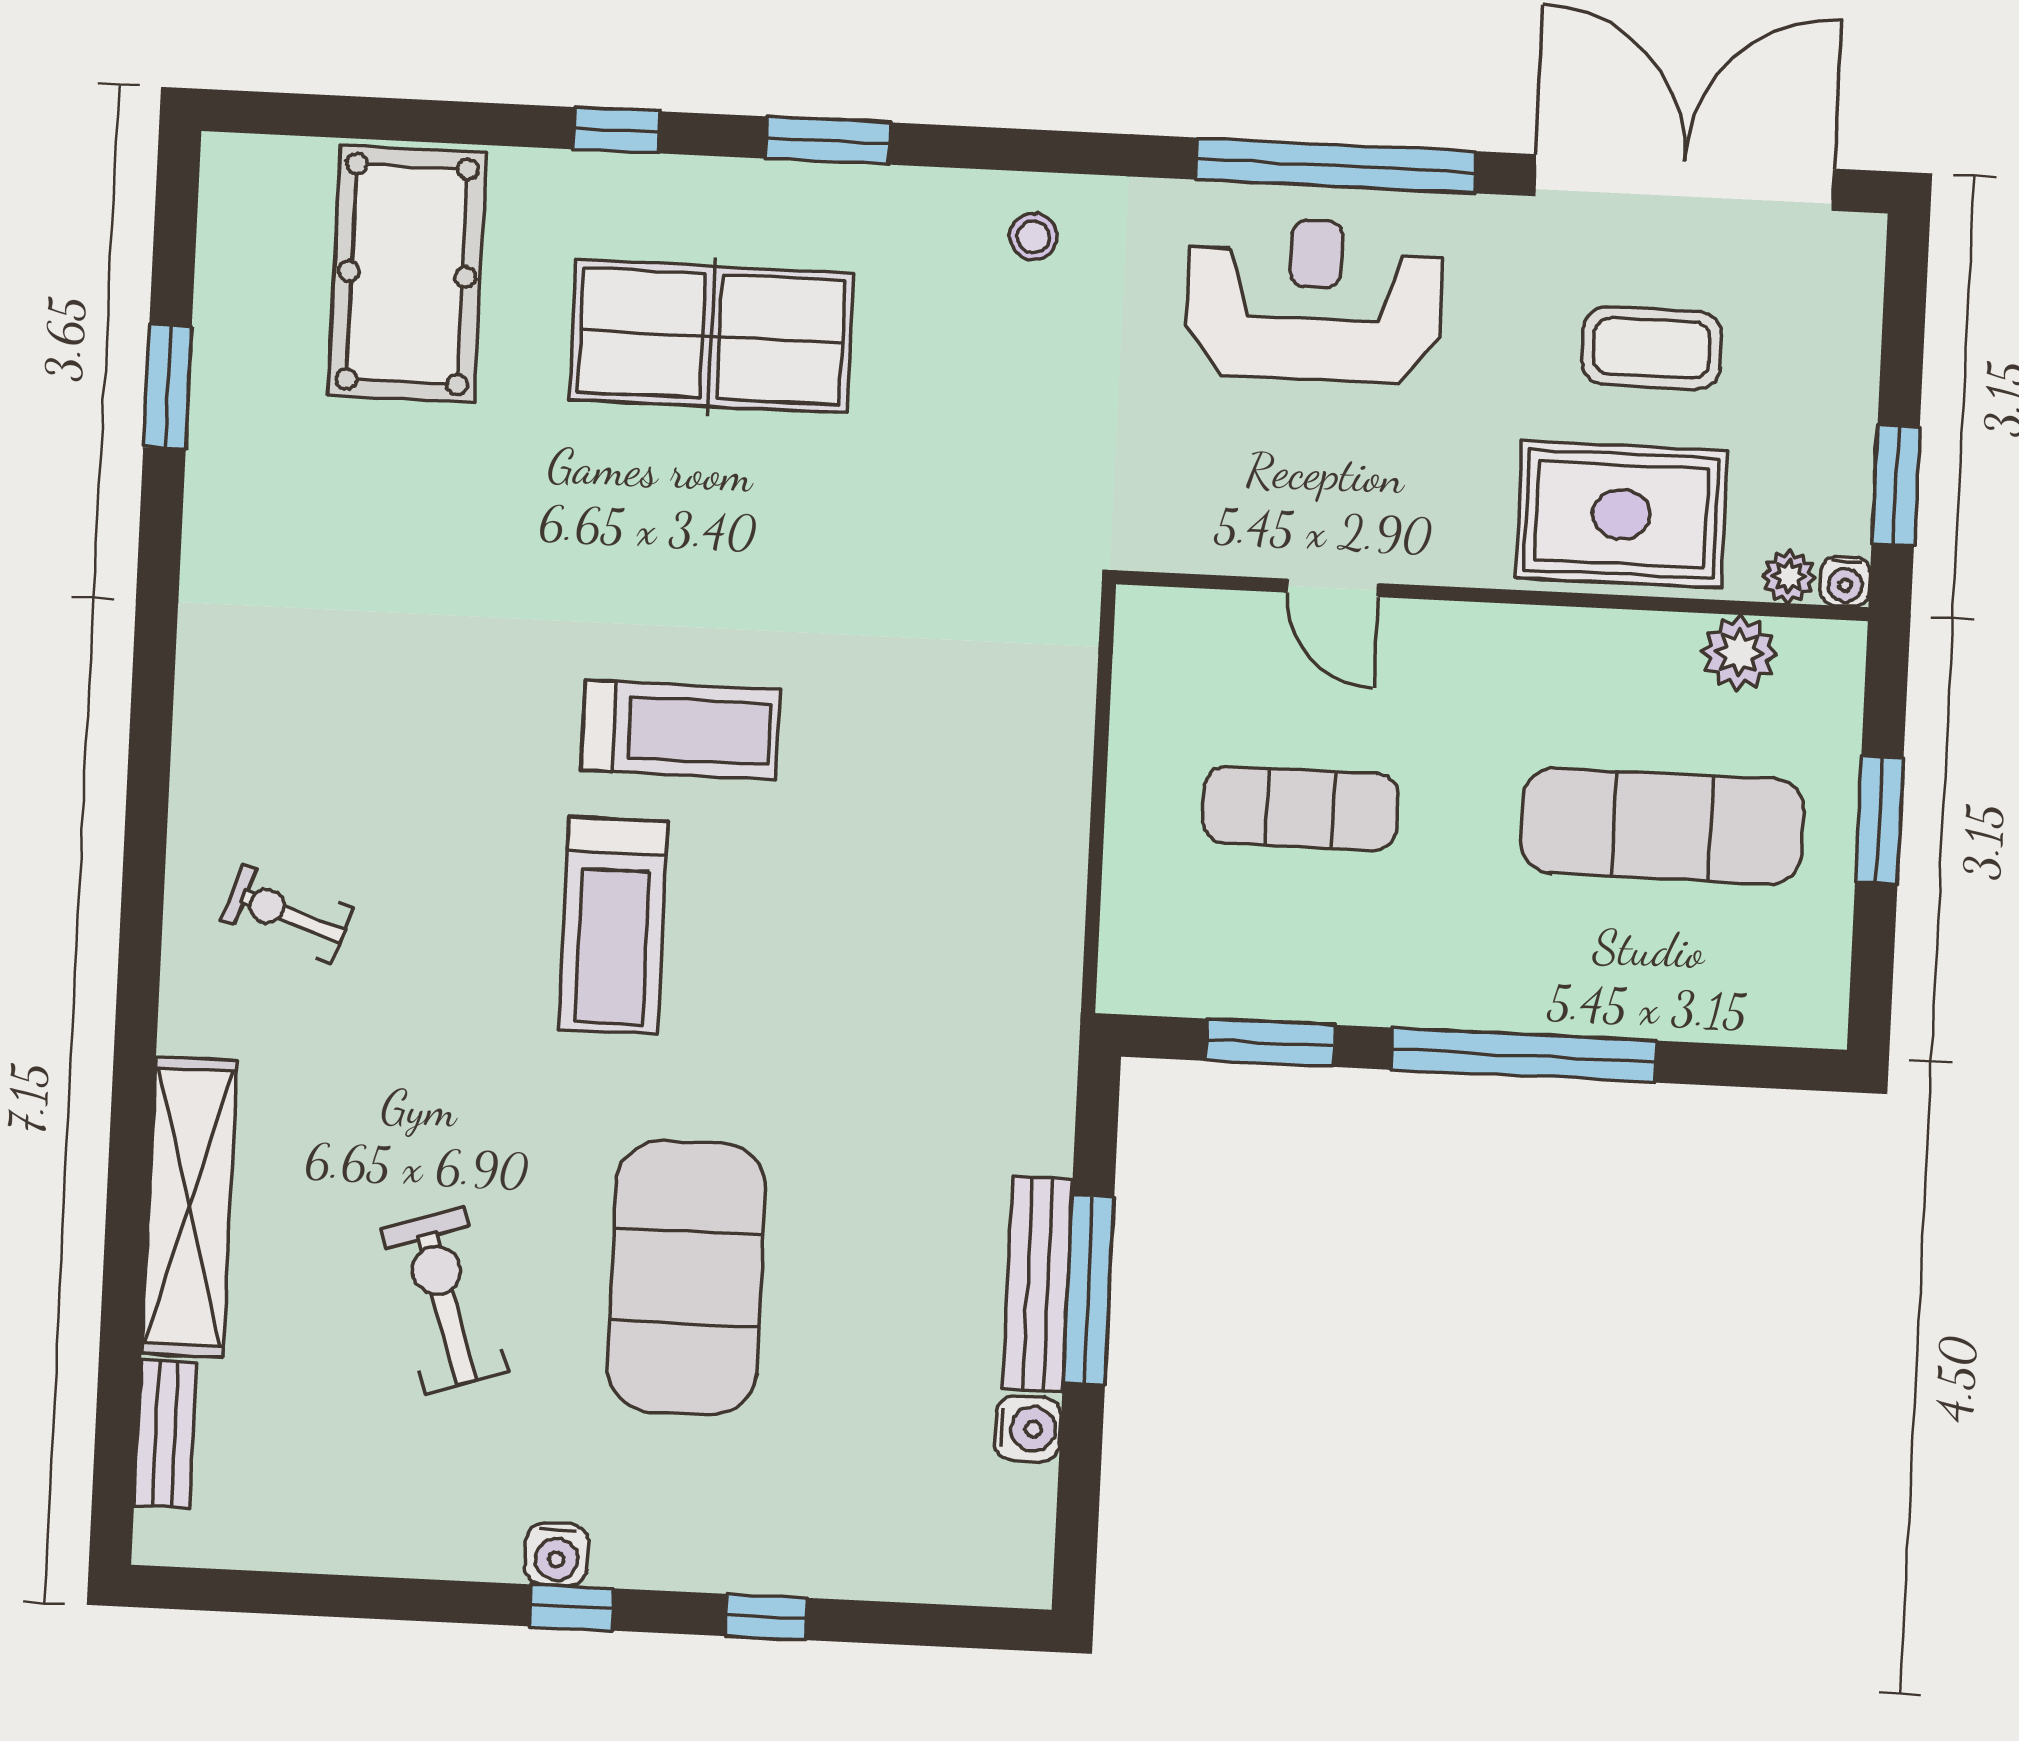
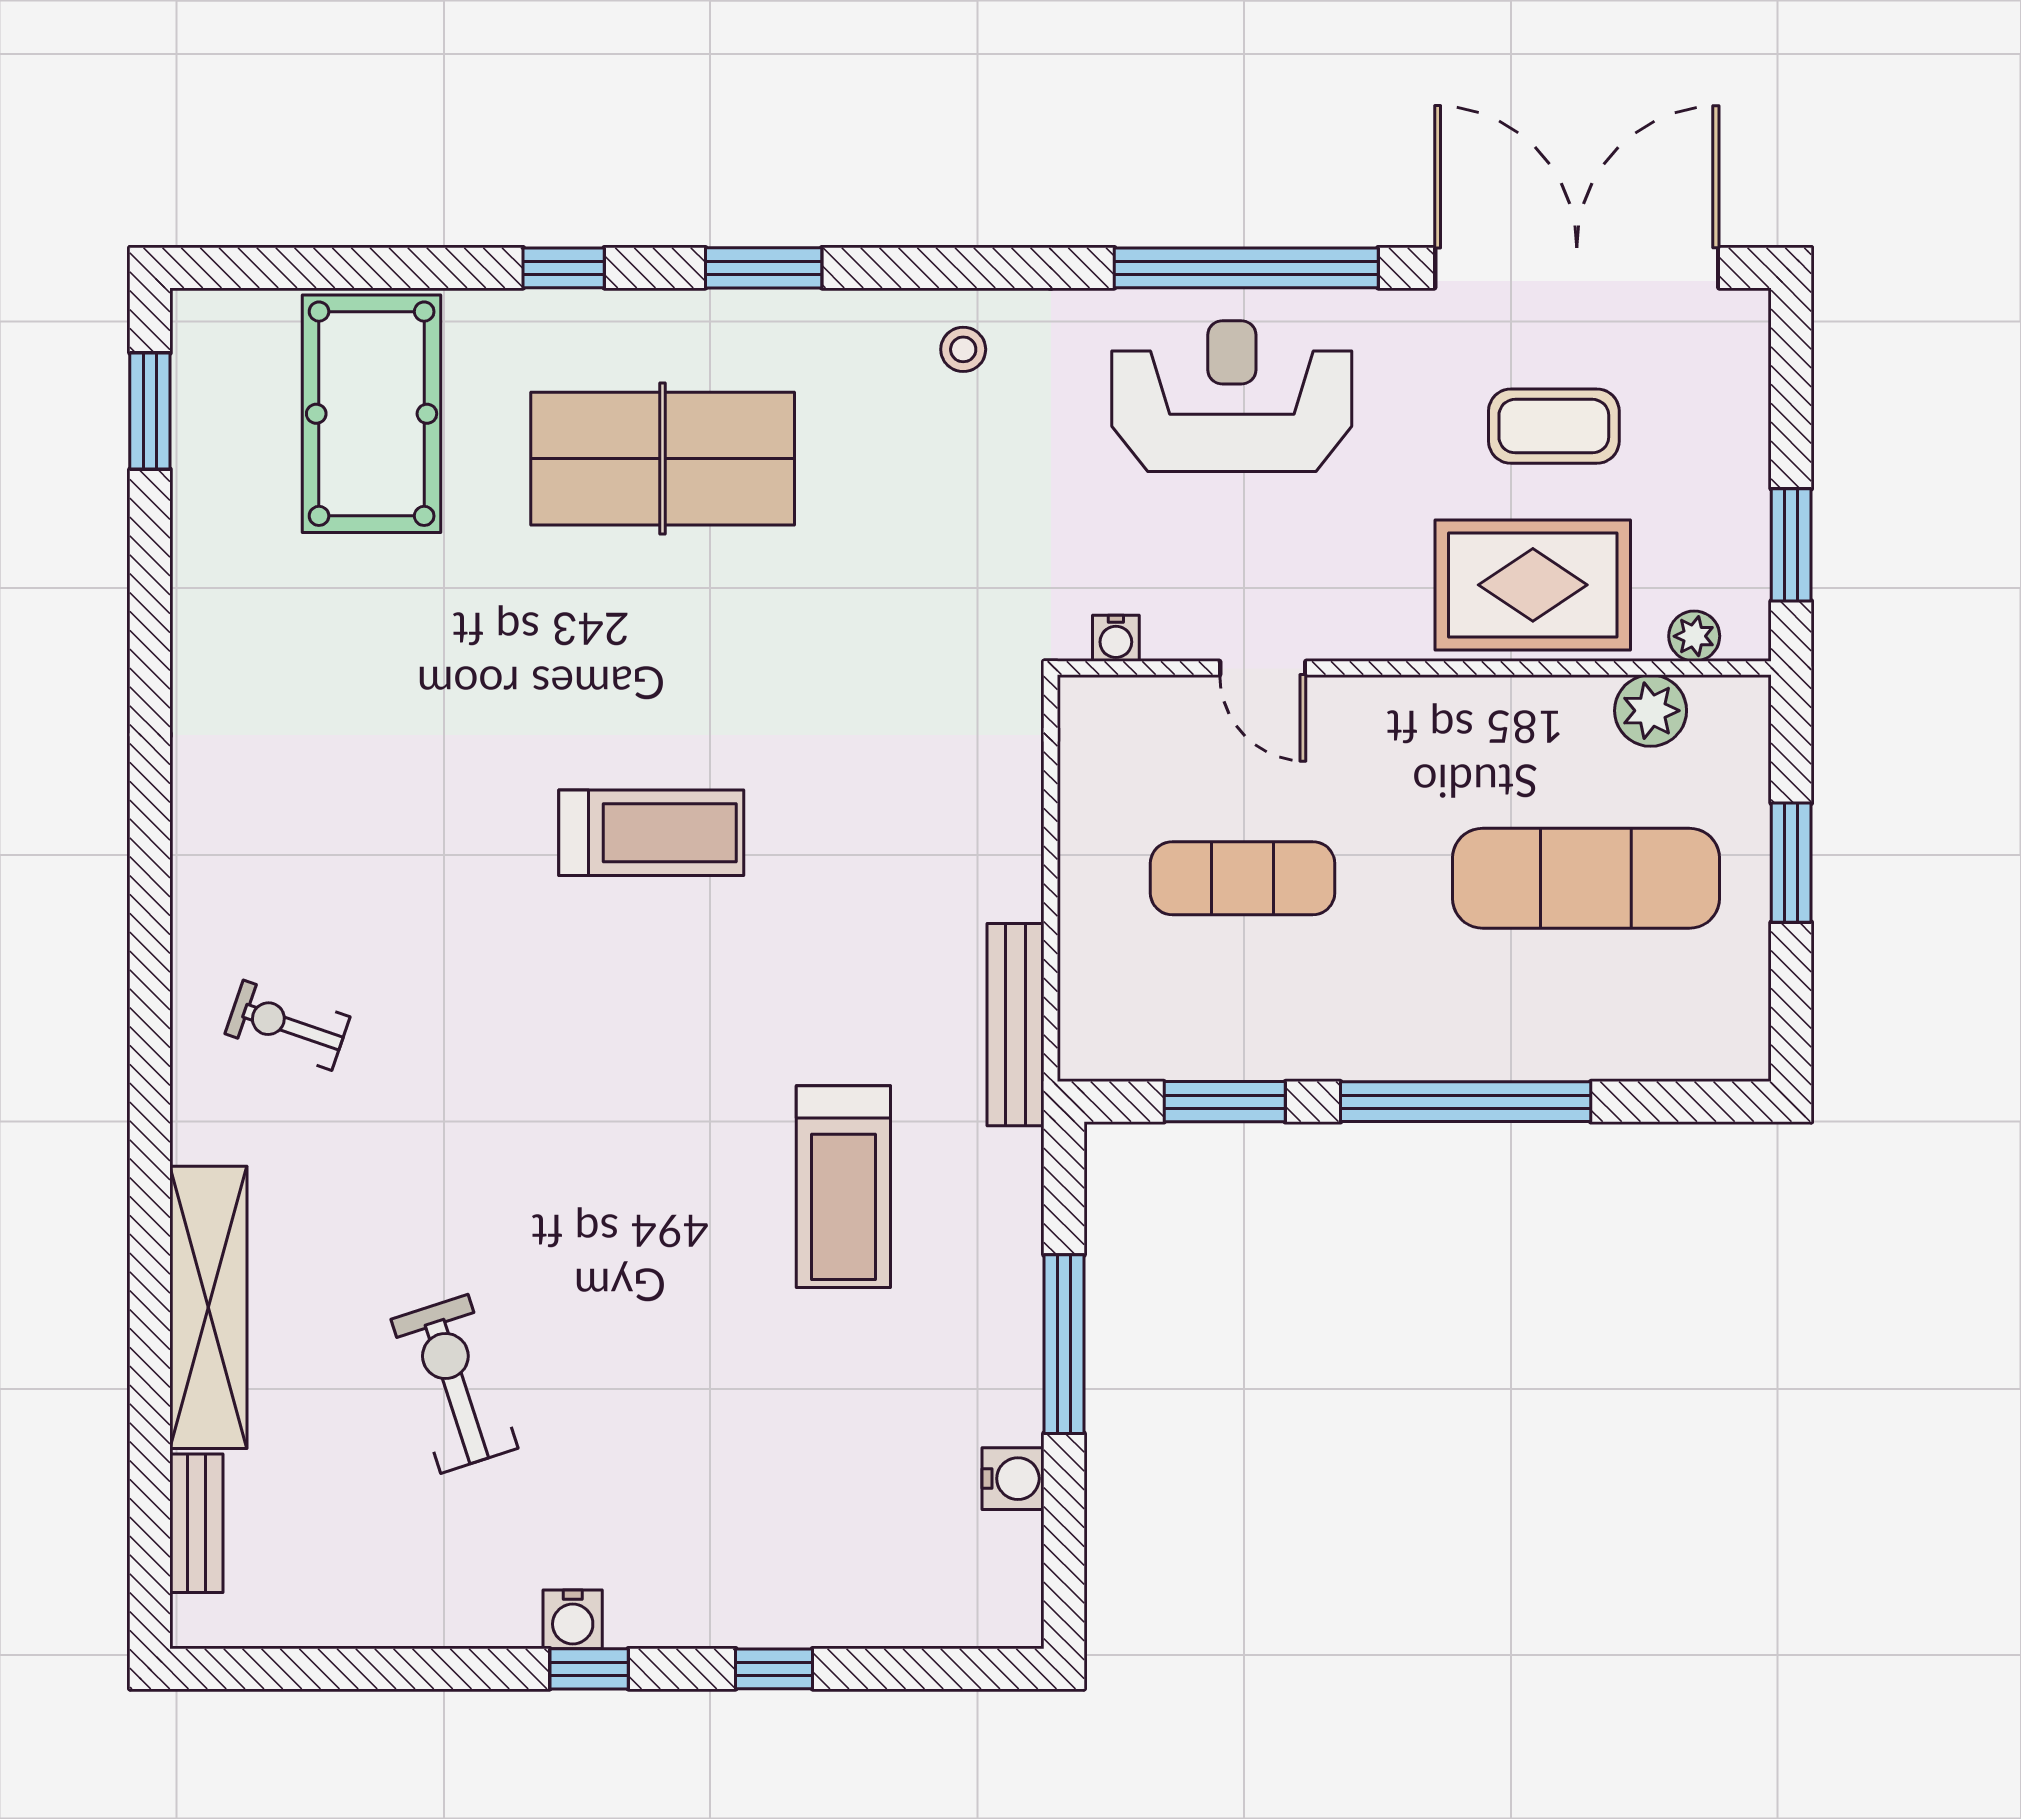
window: (168, 387) -> (150, 411), moved
water cooler: (1845, 582) -> (1116, 638), moved
treadmill: (613, 925) -> (843, 1187), moved
exercise mat: (686, 1278) -> (683, 1351), removed
bench: (1038, 1284) -> (1016, 1025), moved

